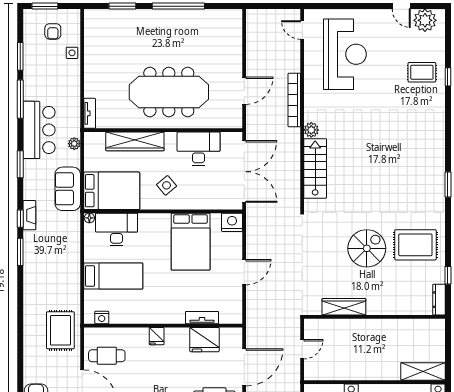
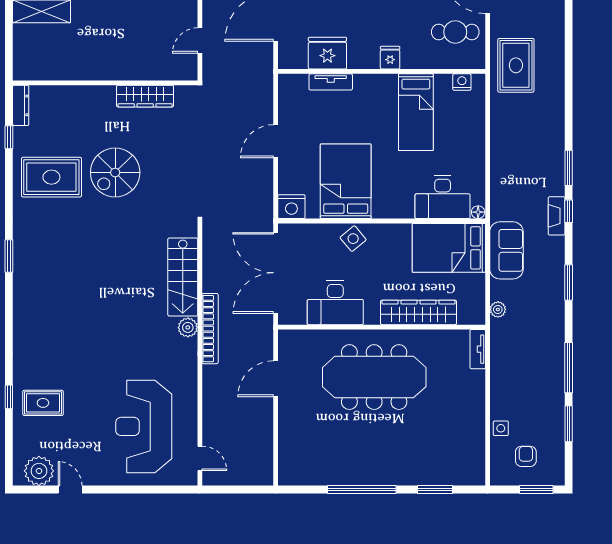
bookcase: (294, 100) -> (210, 329), moved
bar counter: (39, 130) -> (544, 327), removed
side table: (167, 185) -> (353, 239), moved
bed: (113, 276) -> (416, 112), moved, turned -90

